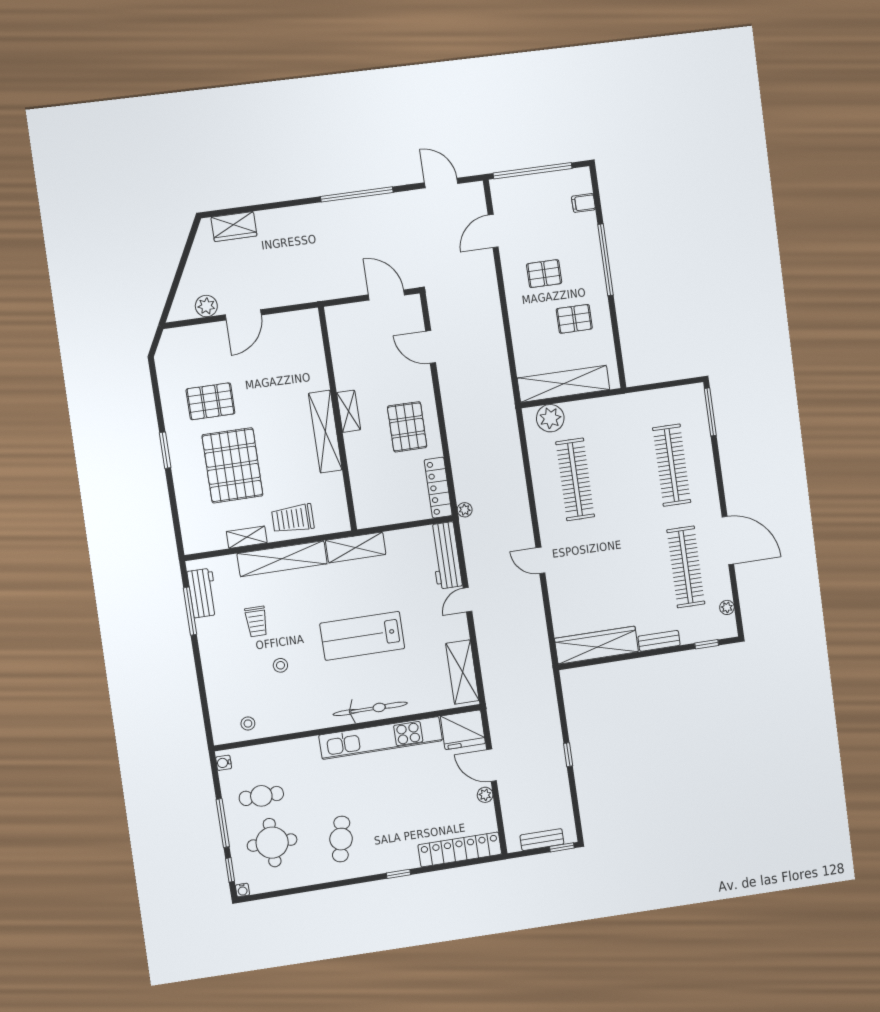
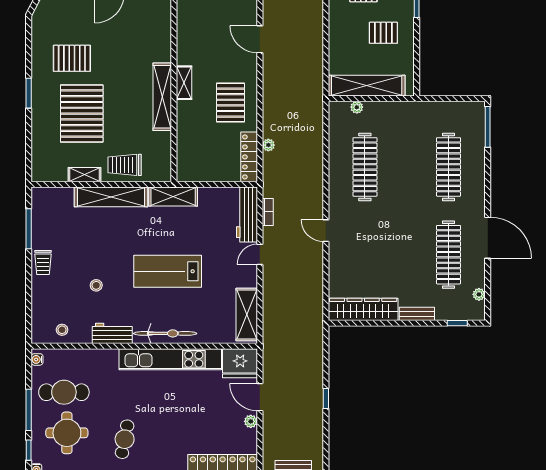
plant: (550, 418) -> (357, 107), width x0.53, depth x0.53
plant: (465, 510) -> (268, 145), moved
bookcase: (469, 549) -> (268, 212), added
workbench: (203, 593) -> (112, 333), moved, turned -90
trolley: (256, 622) -> (43, 263), moved
cafe table: (261, 796) -> (64, 392), width x1.37, depth x1.35

